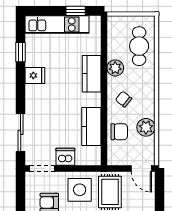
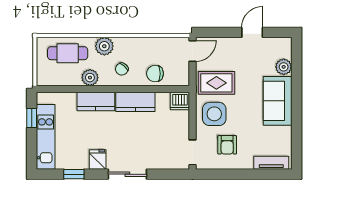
kitchen counter: (91, 127) -> (135, 102), moved
plant: (146, 127) -> (104, 46), moved
sliding door: (21, 132) -> (127, 174), moved
chair: (119, 132) -> (155, 74), turned -90
dishwasher: (65, 157) -> (180, 101), moved, turned -90

